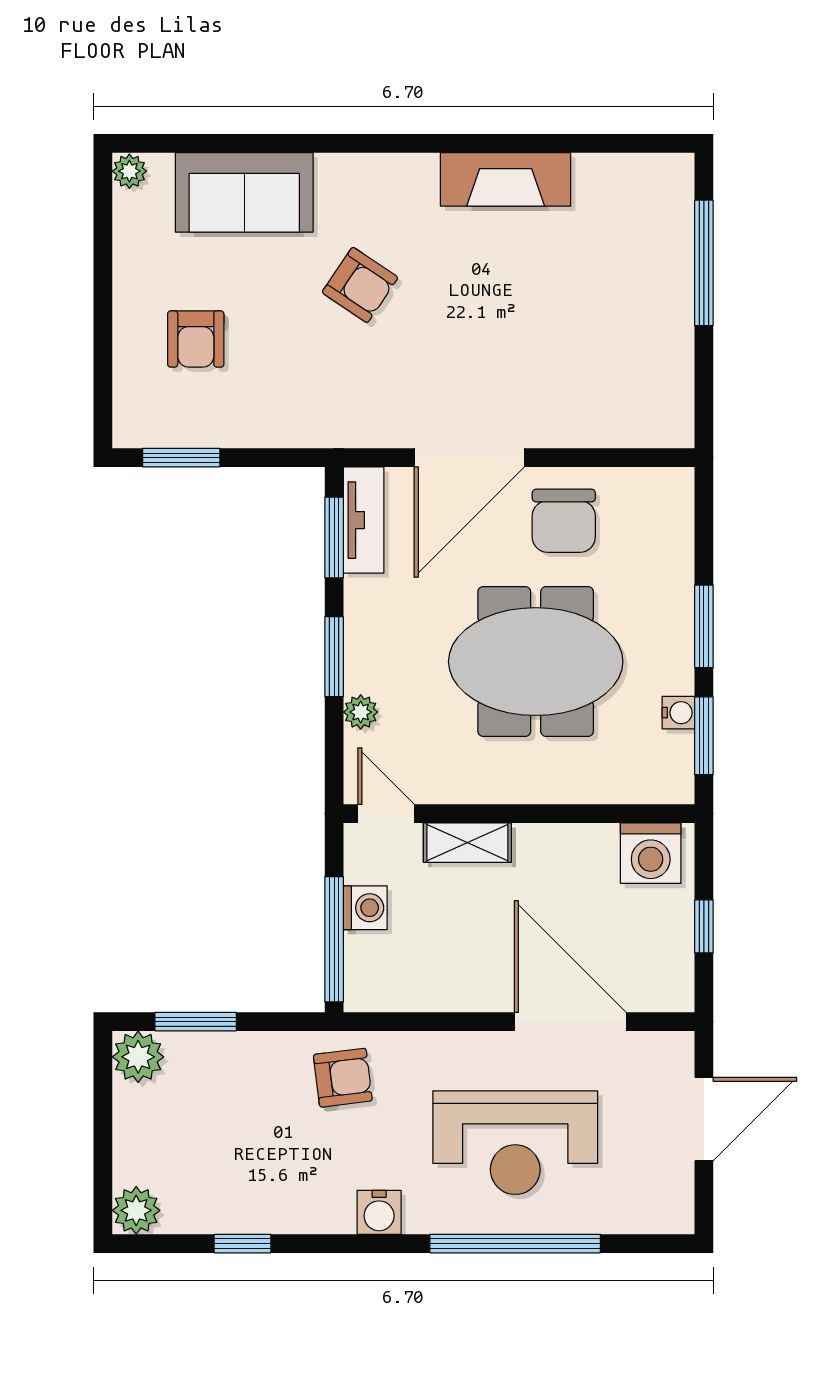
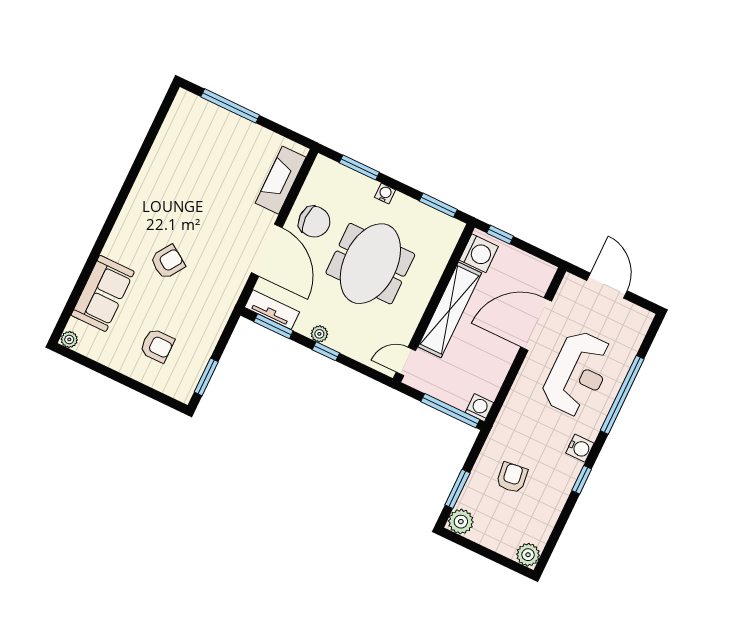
fireplace: (506, 179) -> (281, 180), moved, turned 180
window: (704, 626) -> (359, 167), moved
window: (334, 657) -> (326, 351), width x0.67
plant: (361, 712) -> (319, 334), moved
water cooler: (678, 713) -> (385, 194), moved
shelving: (467, 843) -> (450, 310), width x2.20, depth x1.33
washing machine: (365, 908) -> (479, 408), moved
window: (704, 926) -> (500, 235), moved
armchair: (343, 1078) -> (512, 478), moved
window: (243, 1244) -> (582, 480), moved

